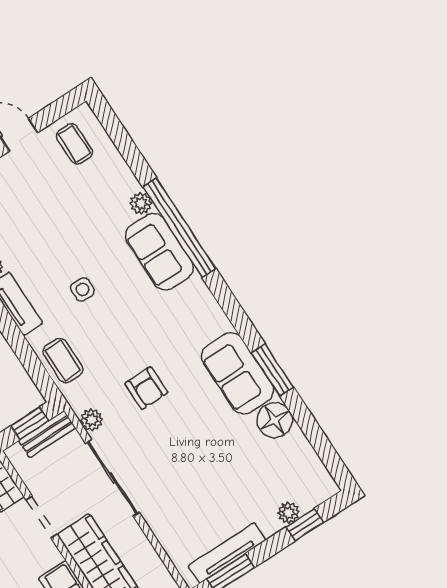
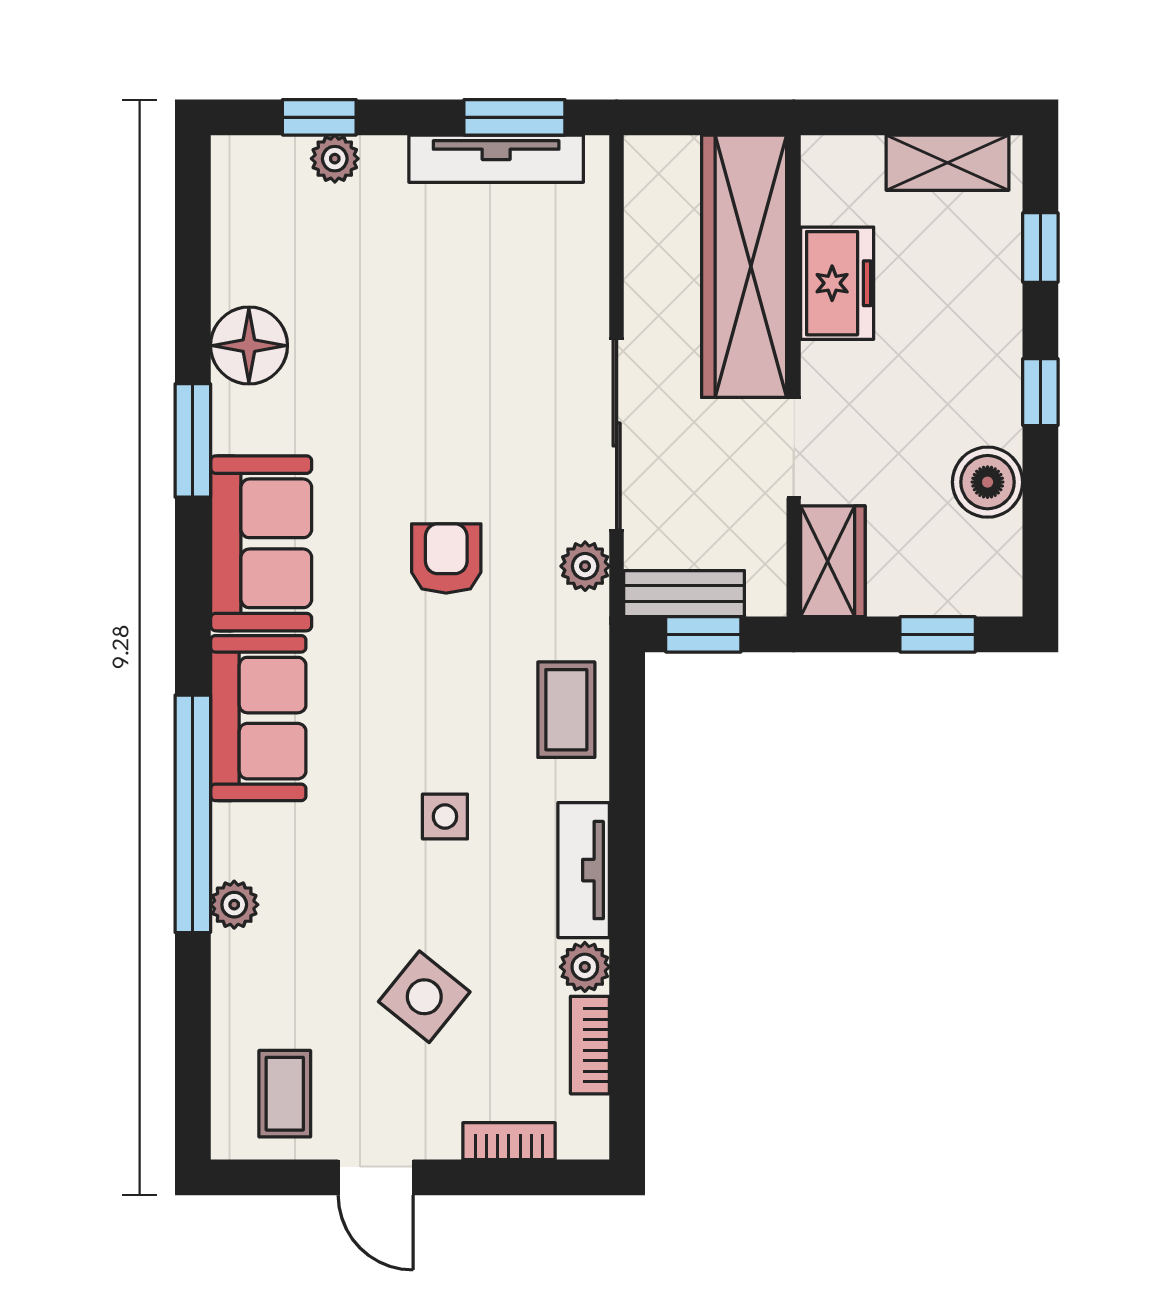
side table: (45, 216) -> (424, 997), added
sofa: (159, 252) -> (258, 718), moved
sofa: (237, 373) -> (261, 543), moved

